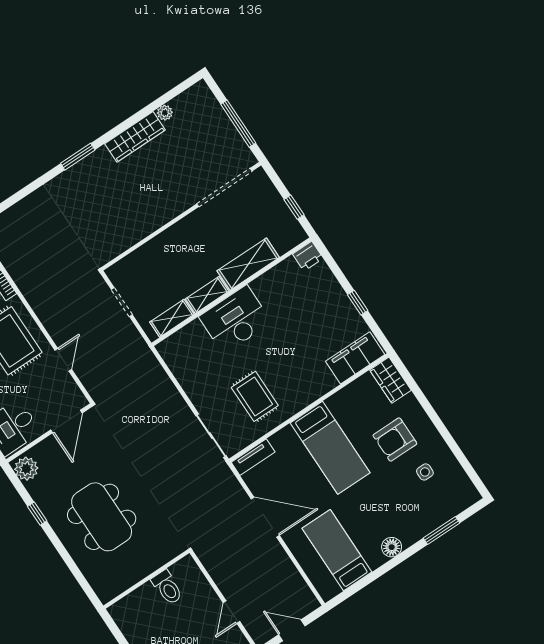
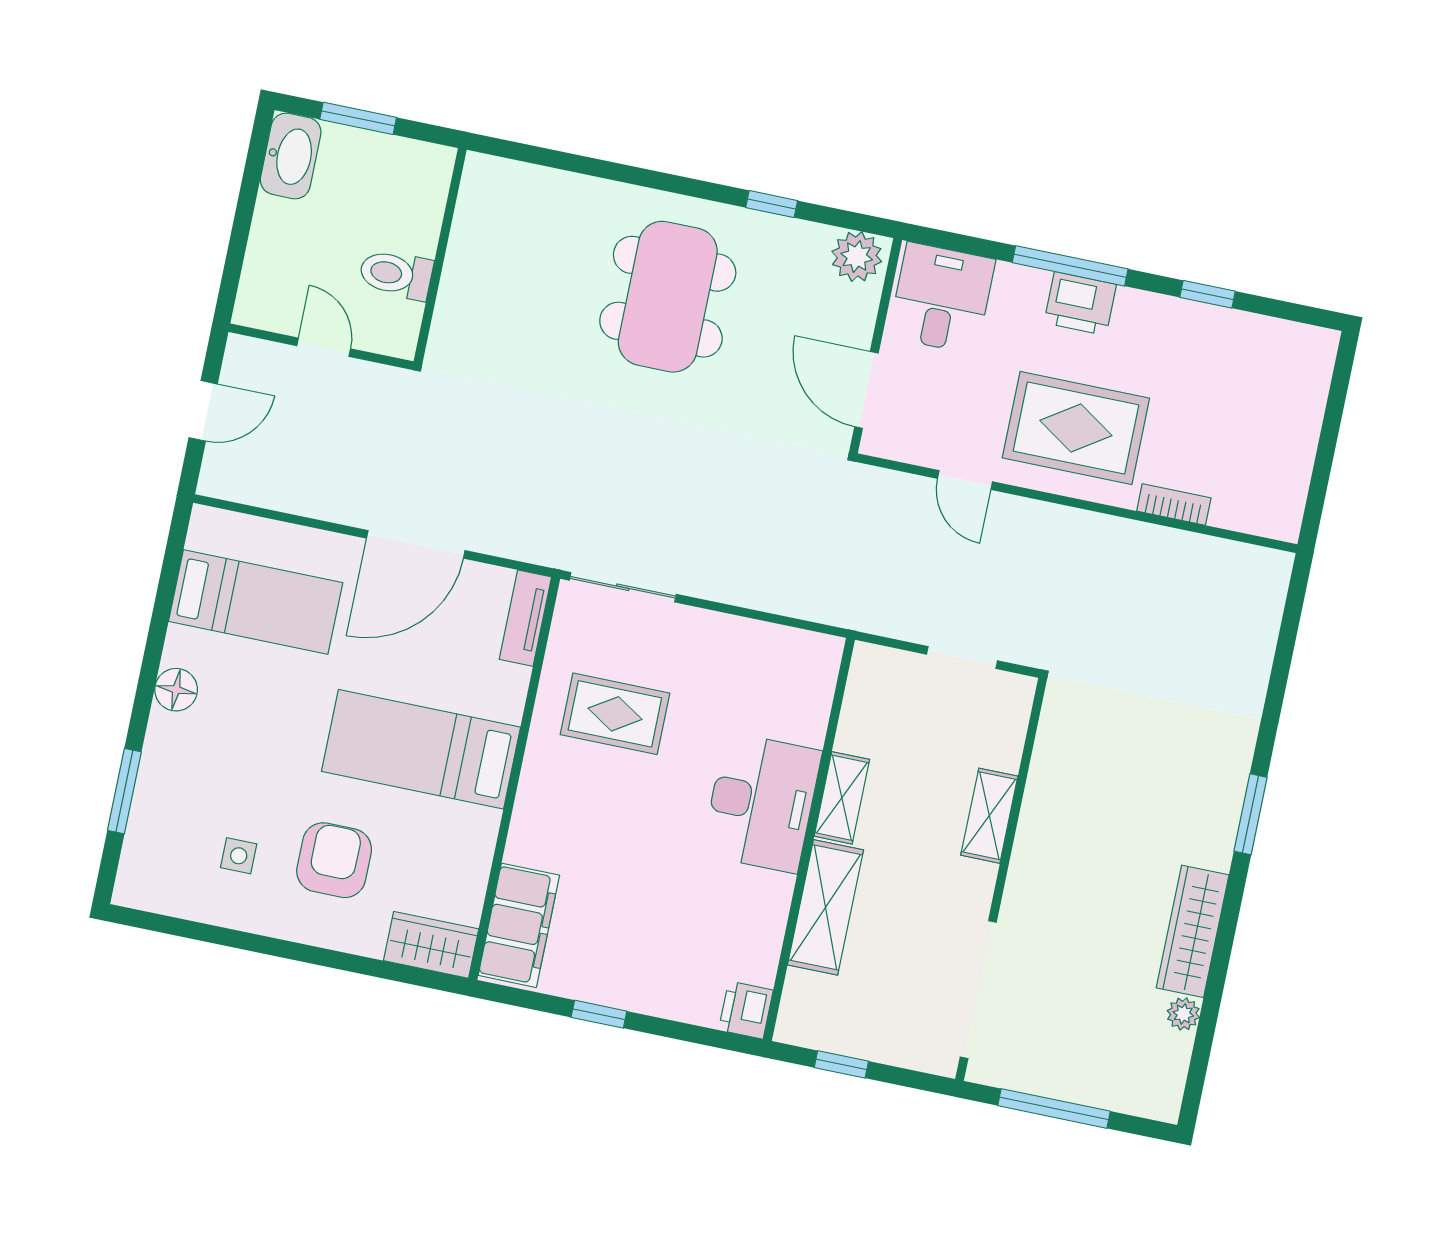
shelving: (172, 318) -> (989, 816), moved
dining table: (102, 517) -> (668, 297), turned 90
wall: (147, 579) -> (440, 256), moved
toilet: (167, 587) -> (396, 274), moved

